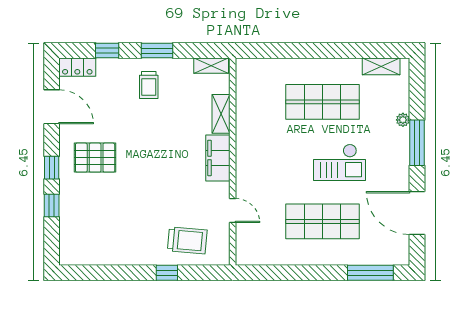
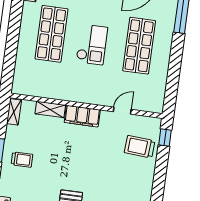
checkout: (339, 162) -> (92, 44), moved
trolley: (187, 240) -> (140, 147), turned -91
window: (167, 273) -> (165, 137), moved

